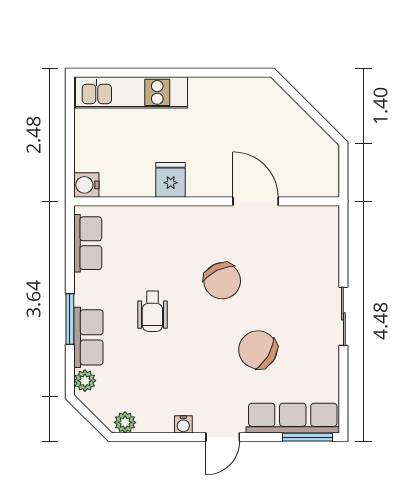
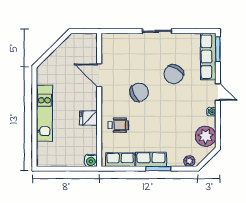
kitchen unit: (132, 92) -> (44, 113), moved
door: (256, 201) -> (99, 75), hinge flipped
wheelchair: (152, 311) -> (118, 125), moved
row of seats: (88, 337) -> (151, 159), moved
plant: (125, 422) -> (206, 136), width x1.88, depth x1.88

